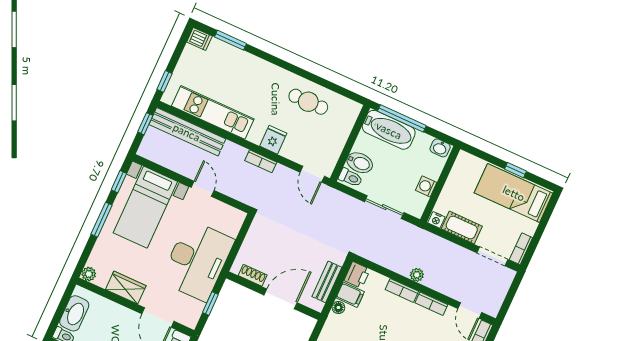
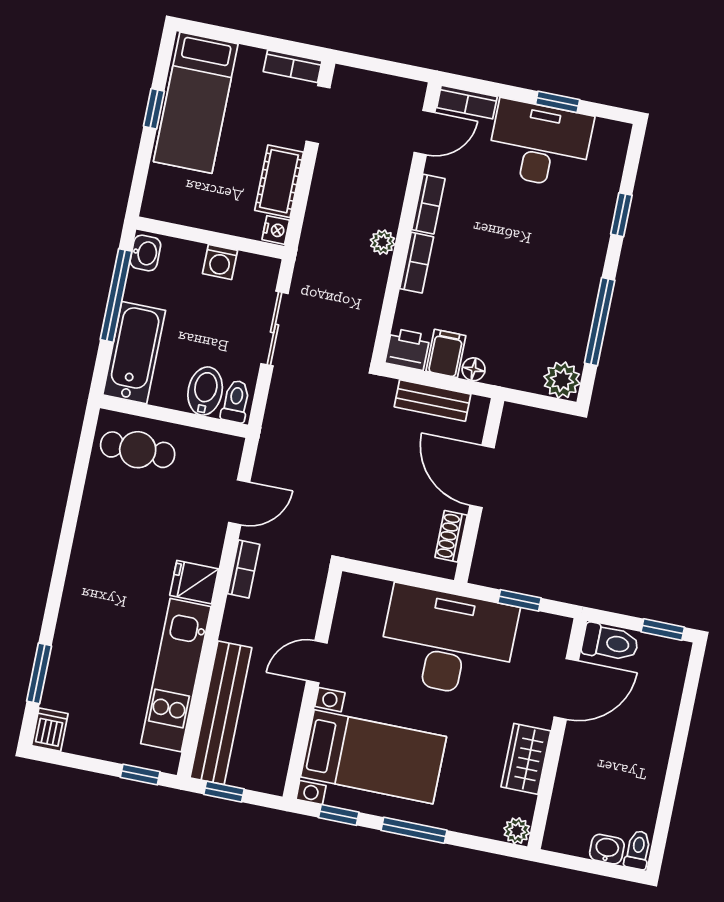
cafe table: (308, 102) -> (138, 450), moved, turned 90
window: (402, 118) -> (116, 295), moved
fridge: (273, 140) -> (194, 582), moved
door: (312, 174) -> (239, 502), moved
washbasin: (74, 313) -> (607, 849), width x0.52, depth x0.69

